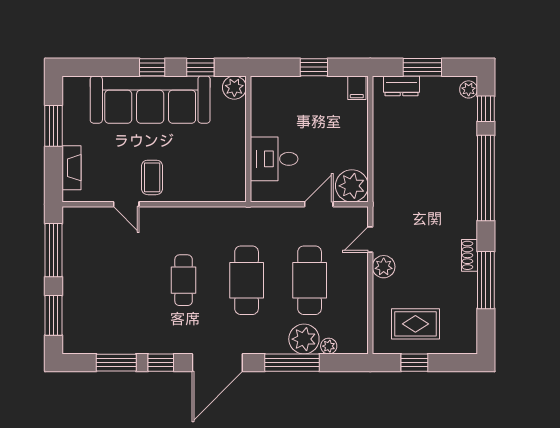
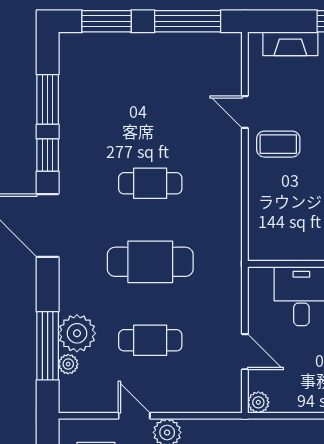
plant: (352, 186) -> (258, 402), width x0.53, depth x0.53
door: (126, 204) -> (245, 112), hinge flipped
door: (370, 240) -> (134, 416), moved
cafe table: (310, 280) -> (150, 340), width x0.73, depth x0.74
window: (292, 363) -> (48, 346), moved

